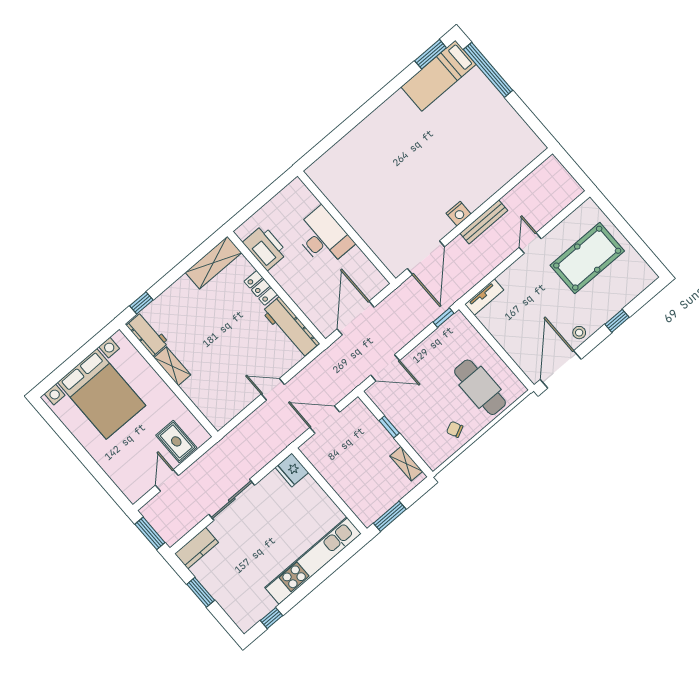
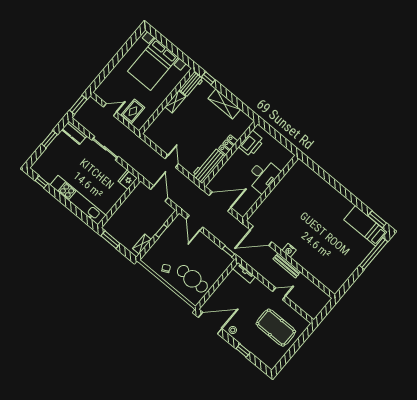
shelving: (214, 263) -> (224, 104), moved
cafe table: (480, 387) -> (192, 279), turned 90

